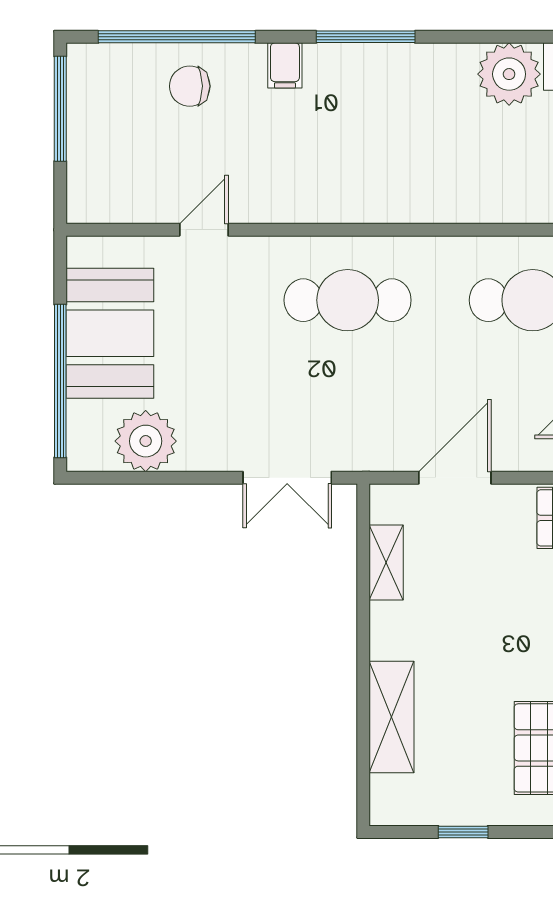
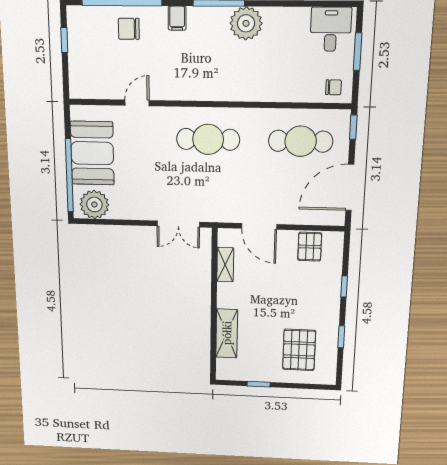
plant: (509, 74) -> (246, 23), moved
window: (60, 109) -> (64, 40), width x0.46
plant: (146, 441) -> (94, 205), moved
door: (455, 478) -> (259, 226), swing flipped

